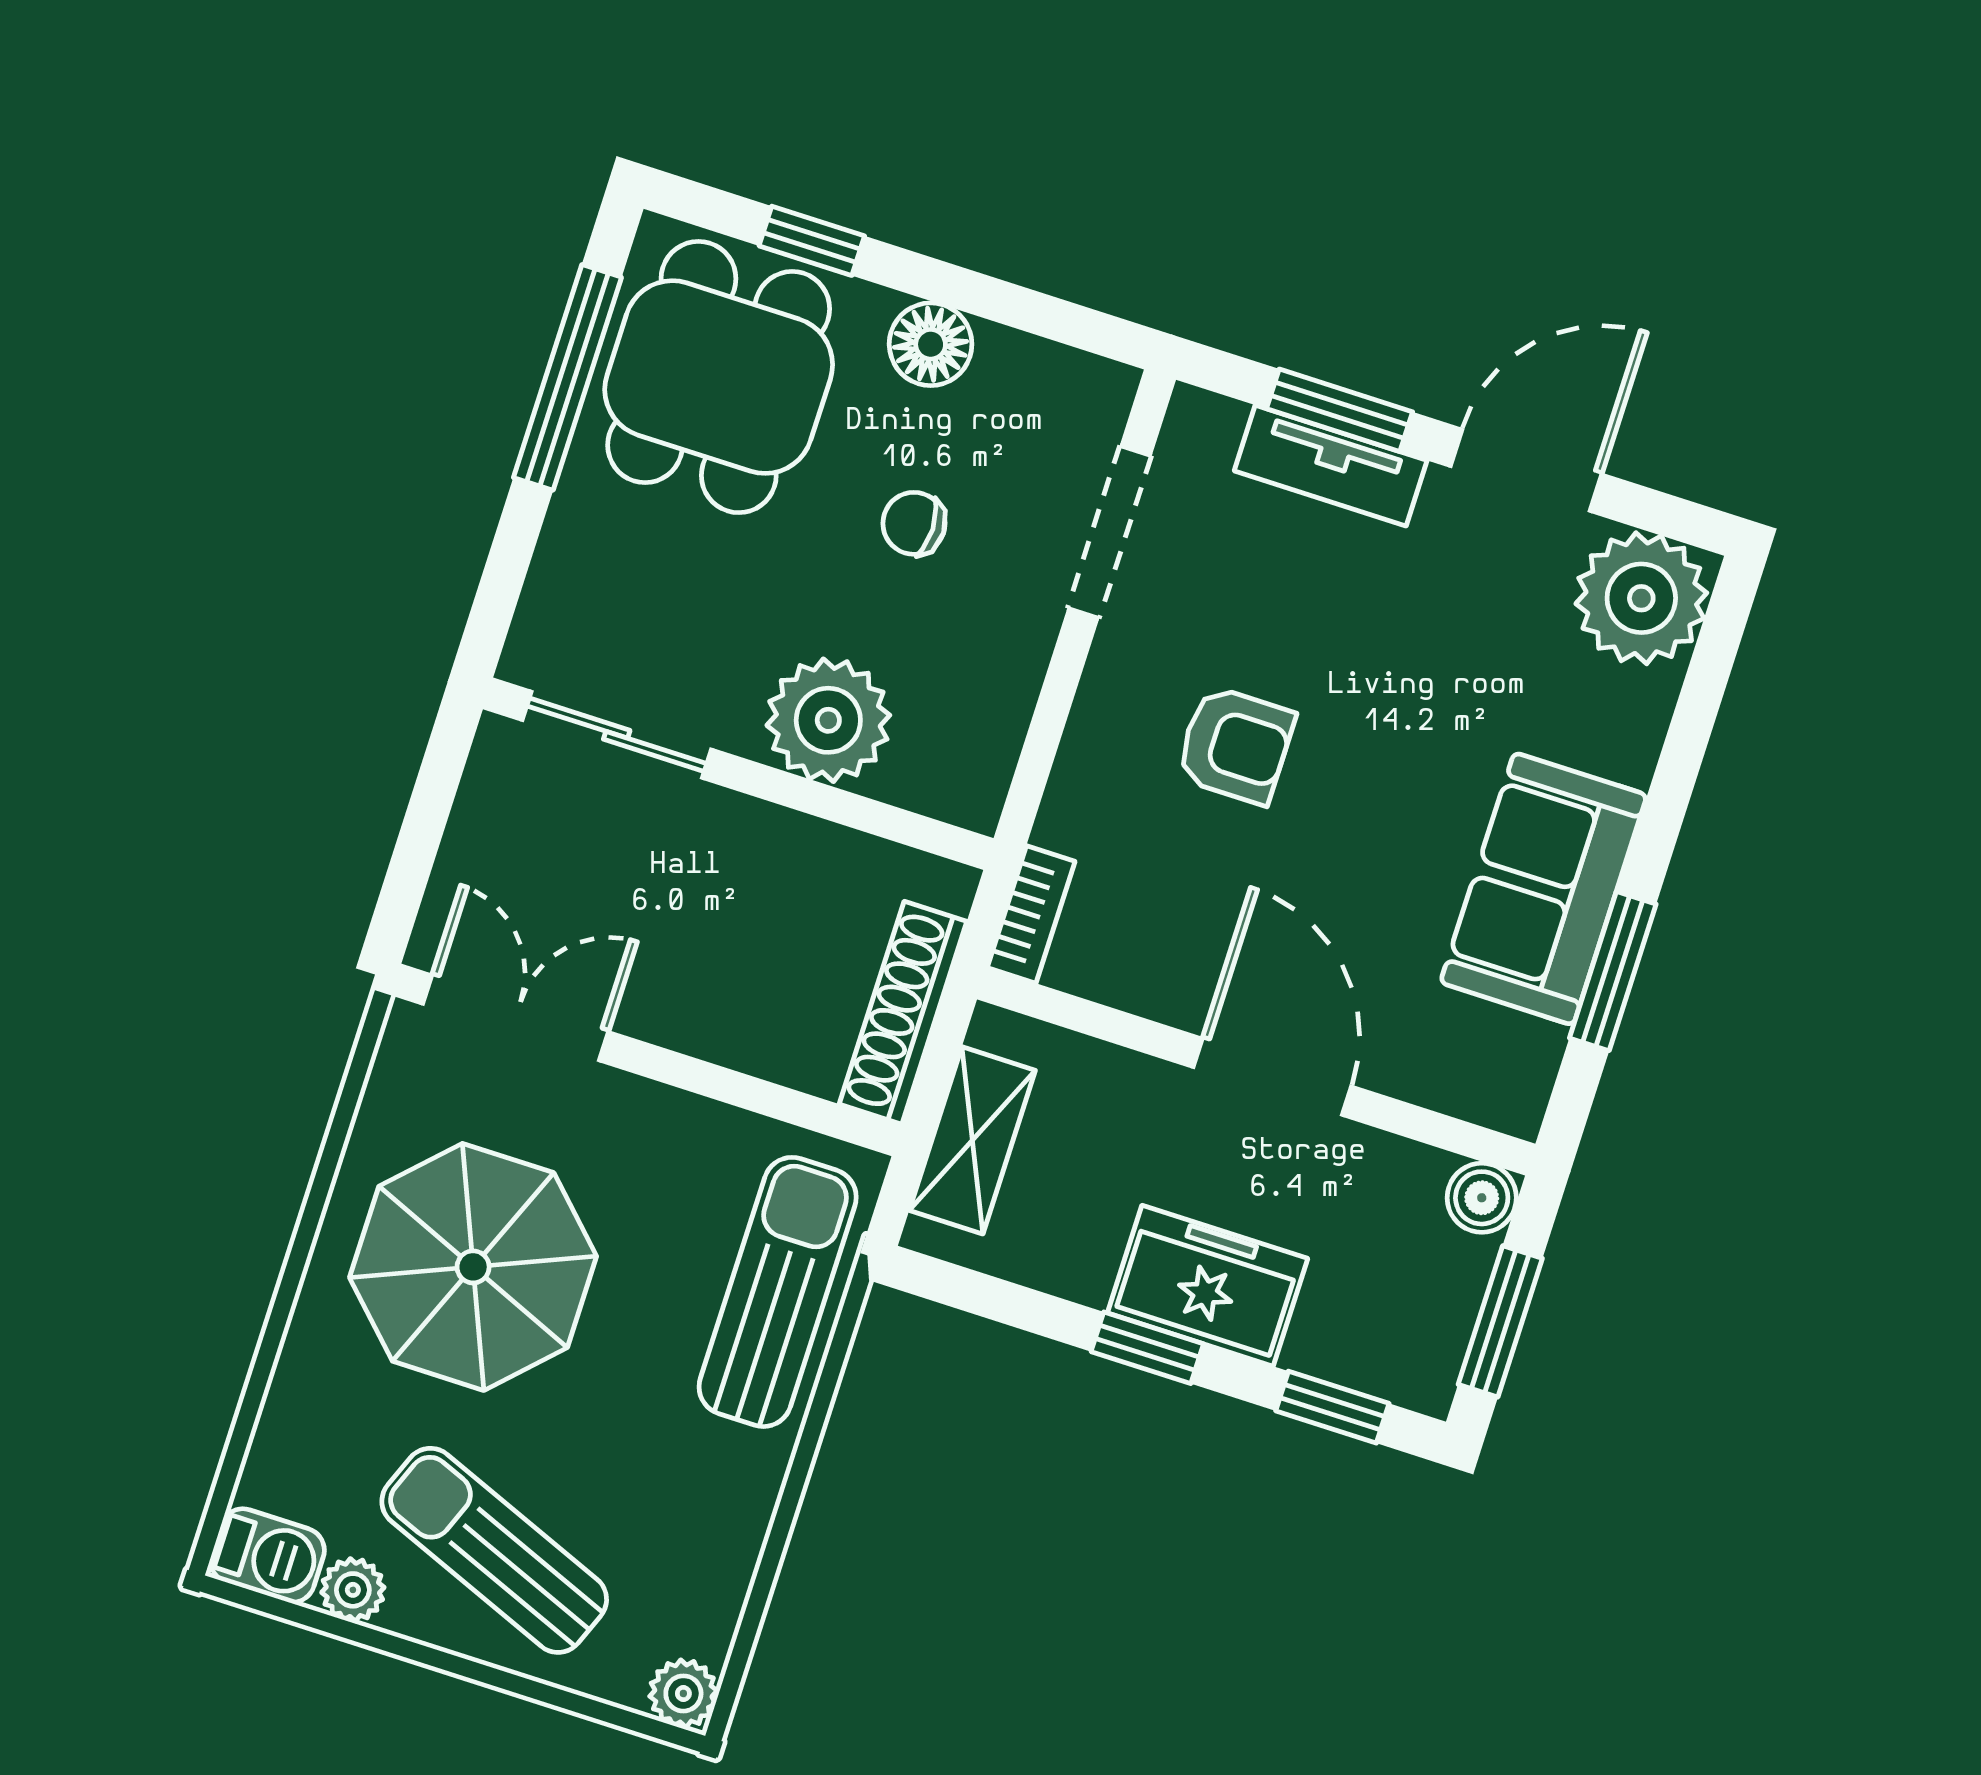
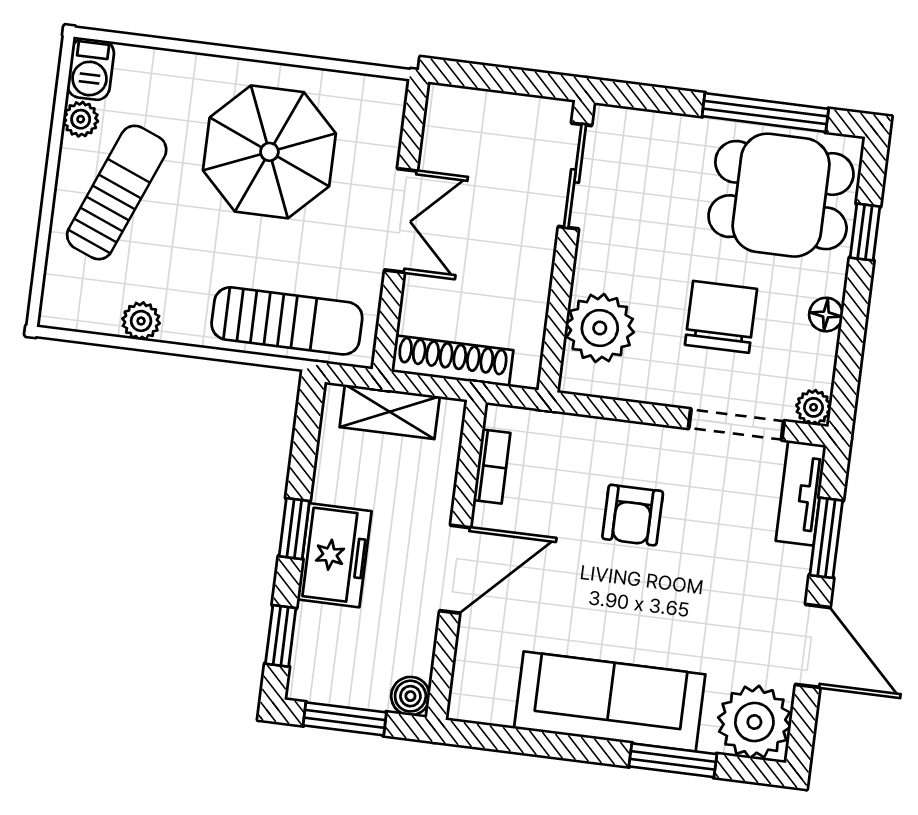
floor lamp: (931, 344) -> (826, 315), width x0.73, depth x0.73
plant: (1105, 390) -> (814, 407), added
tv unit: (1331, 466) -> (801, 493), moved
chair: (914, 523) -> (721, 317), width x1.87, depth x1.87
plant: (828, 720) -> (600, 328), moved
sofa: (1544, 889) -> (610, 701), width x1.36
bookcase: (1031, 914) -> (492, 467), moved, turned -90
window: (1613, 971) -> (673, 760), moved
double door: (515, 1018) -> (401, 220), moved
plant: (683, 1693) -> (141, 321), moved

